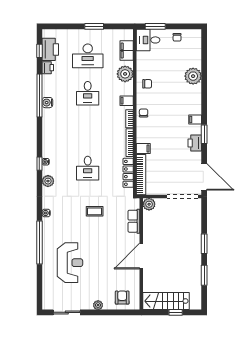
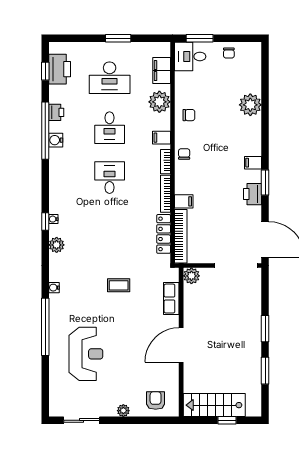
printer: (48, 68) -> (56, 112), moved
desk: (88, 168) -> (110, 178), moved, turned 180

